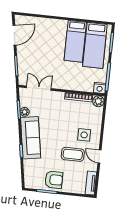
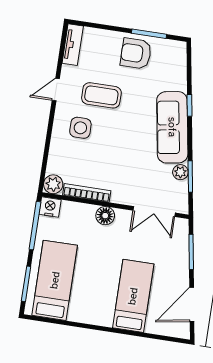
bed: (75, 41) -> (133, 296), moved
floor lamp: (67, 84) -> (105, 216), added
door: (99, 156) -> (56, 90), swing flipped

